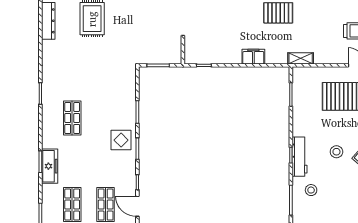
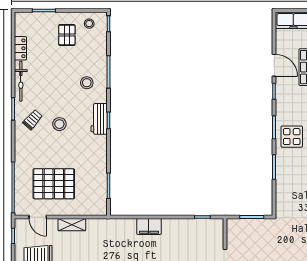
shelving: (301, 58) -> (72, 225), moved
workbench: (300, 157) -> (99, 119), width x0.73

